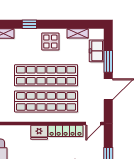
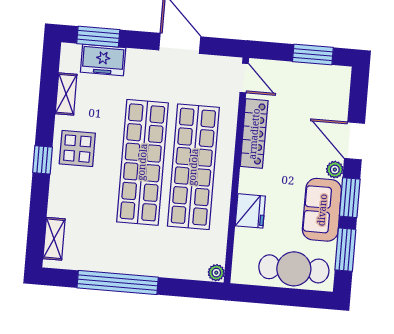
window: (29, 24) -> (42, 160), moved
window: (108, 61) -> (98, 37), moved
fridge: (39, 132) -> (250, 211), moved

